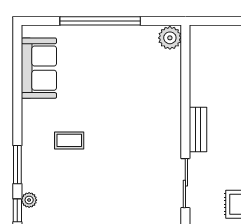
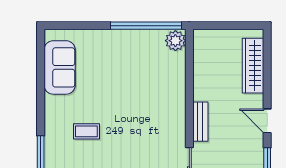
window: (100, 21) -> (146, 26), moved

